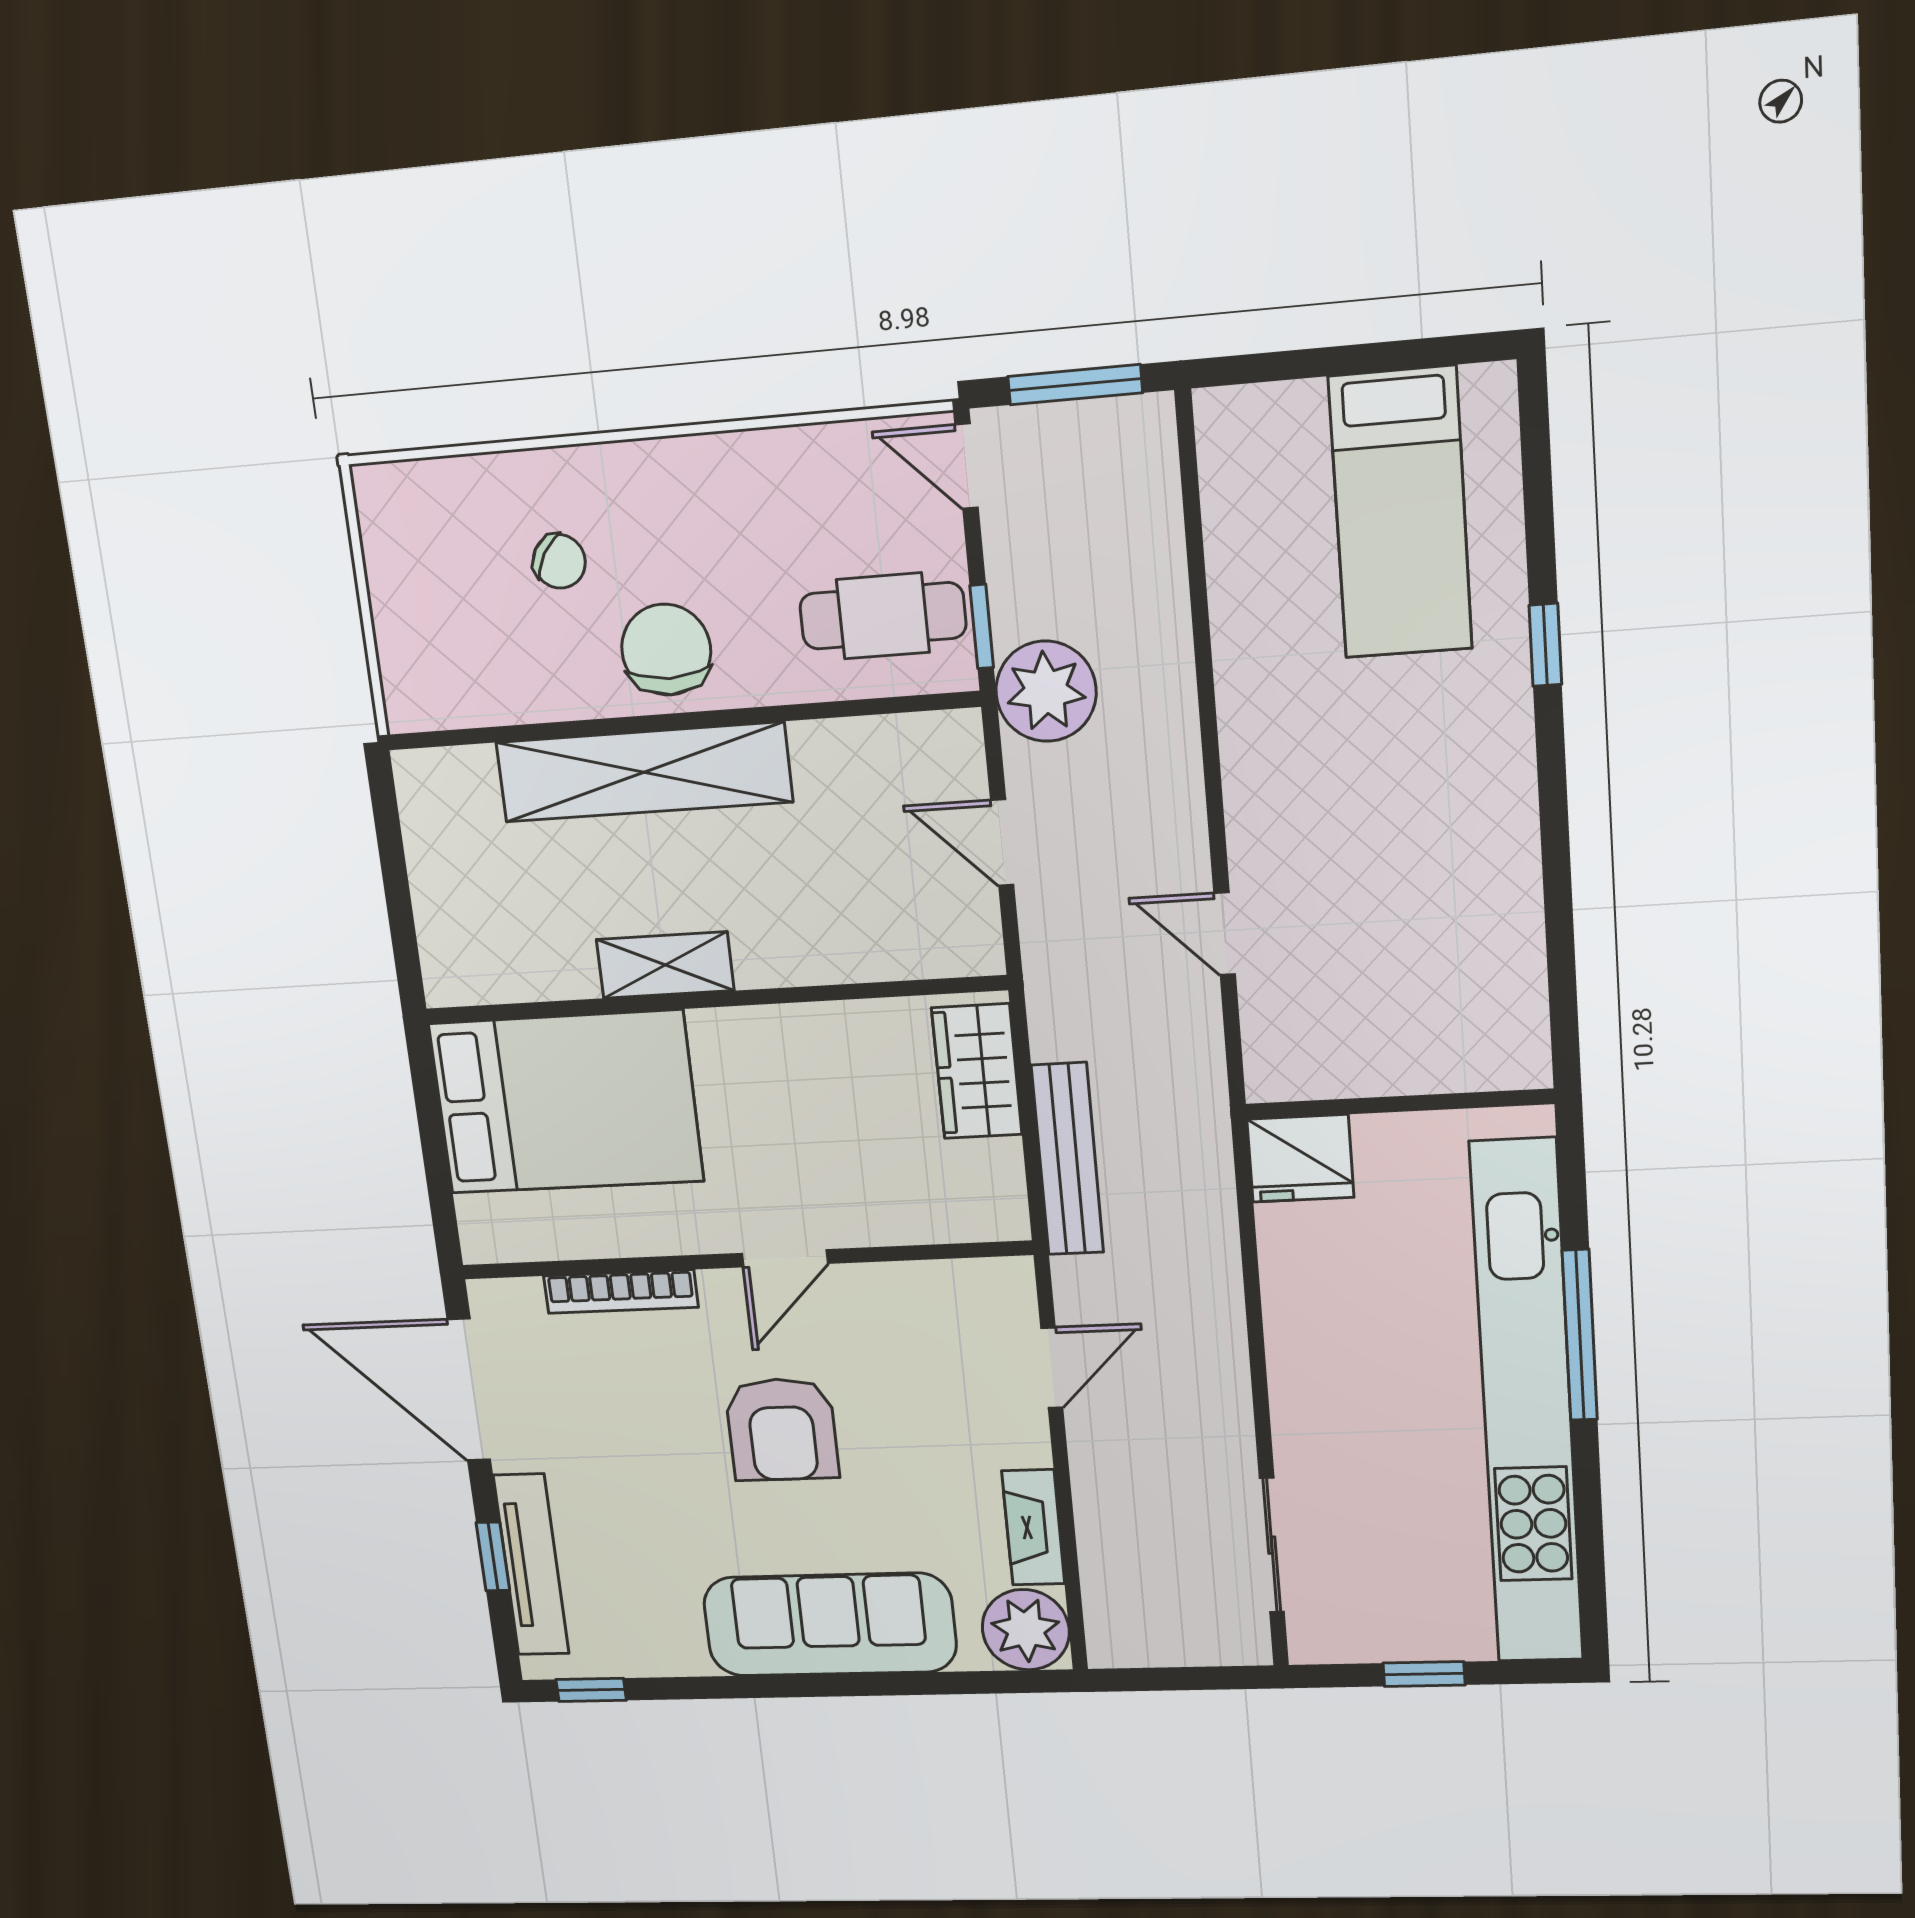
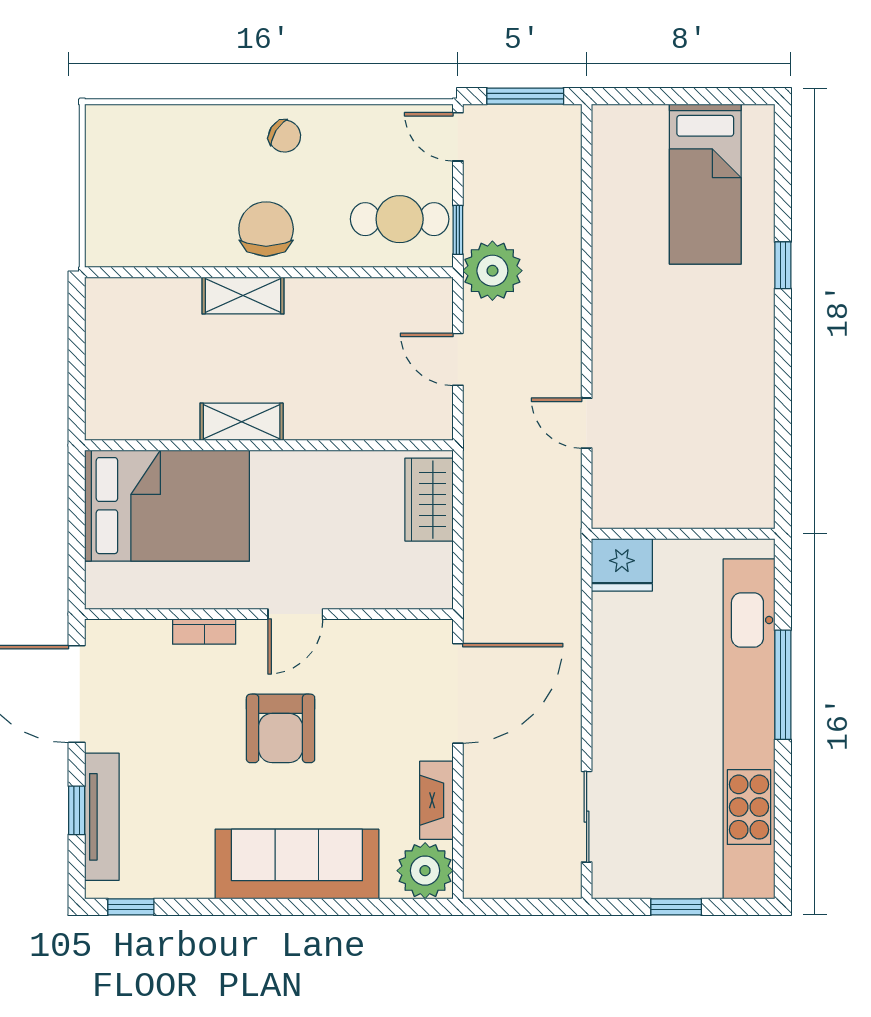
chair: (559, 561) -> (285, 136), moved
shelving: (644, 772) -> (243, 296), width x0.45, depth x0.75
bench: (1067, 1159) -> (480, 558), removed
bookcase: (621, 1292) -> (204, 632), width x0.64
door: (1052, 1368) -> (458, 693), width x1.88

